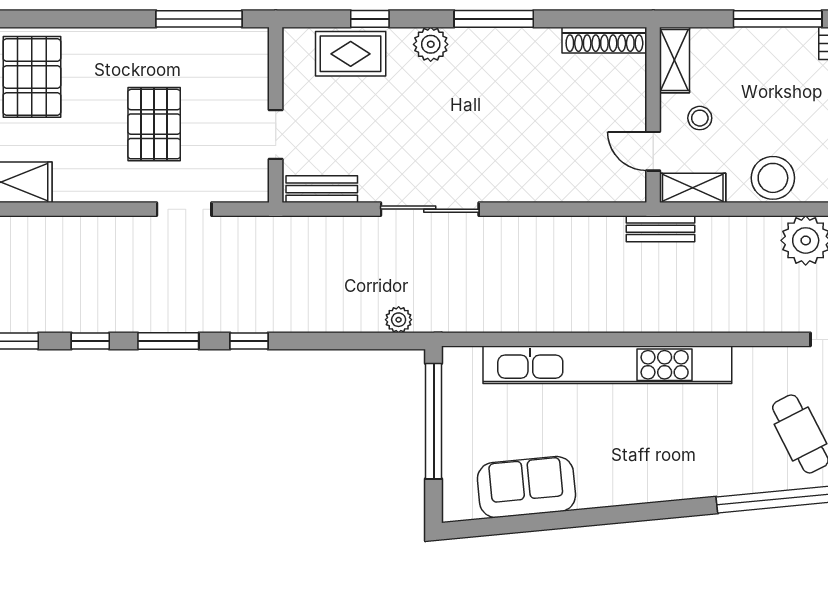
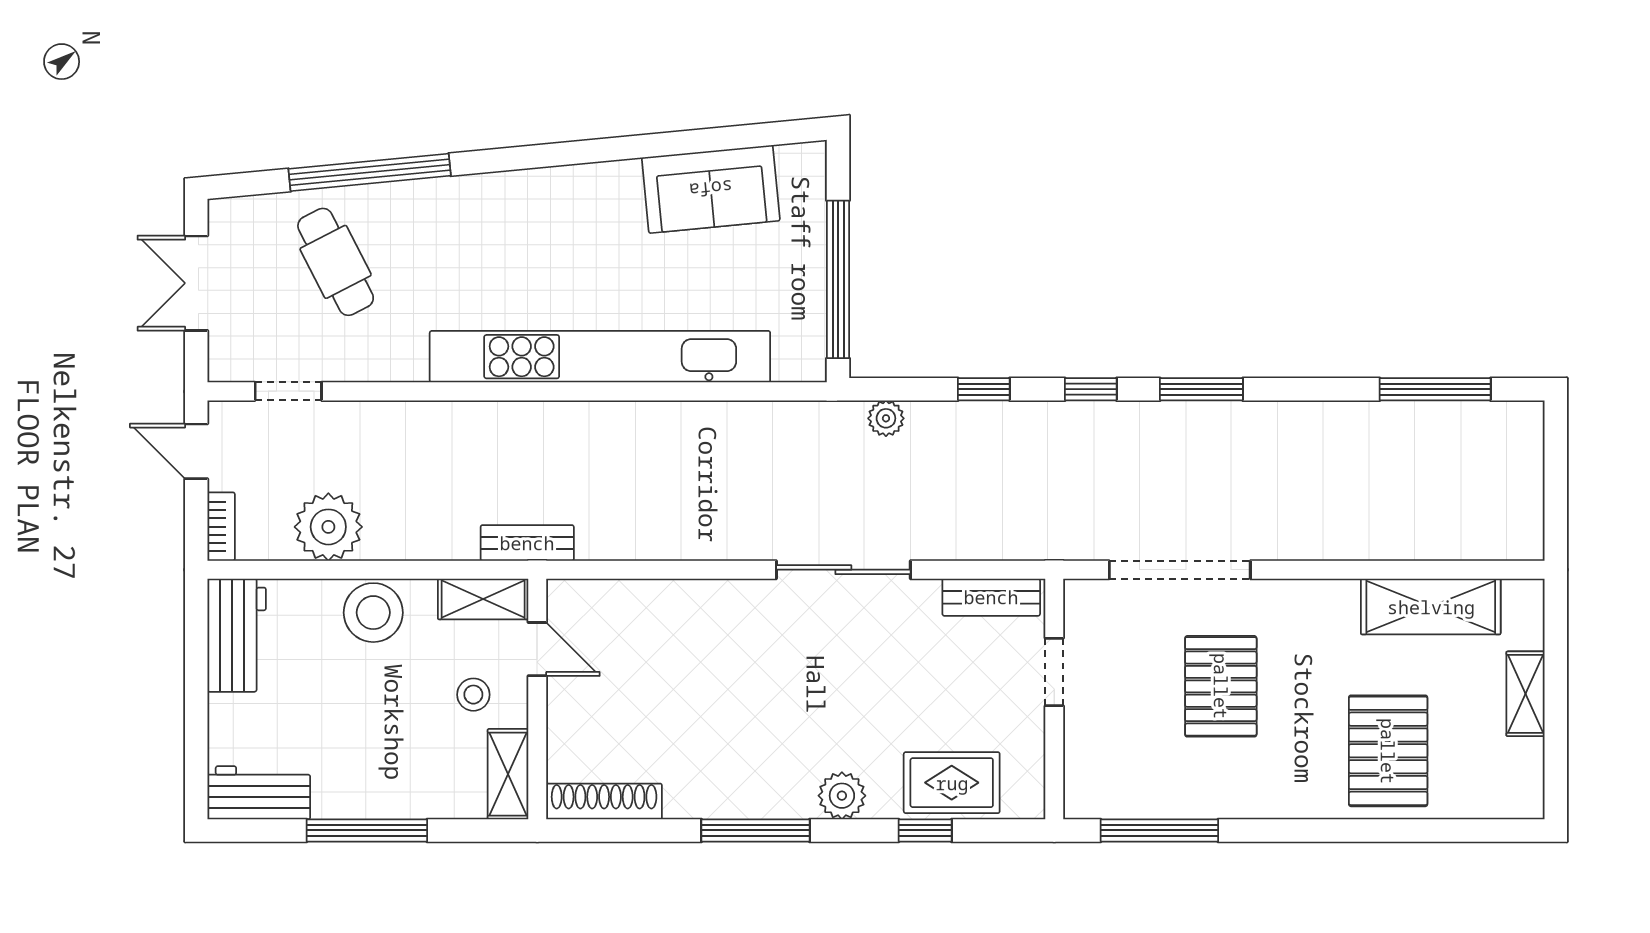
doorway: (184, 209) -> (1180, 570), width x1.88
window: (90, 341) -> (984, 389), moved

